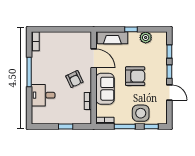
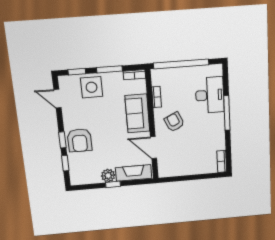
plant: (146, 37) -> (108, 176), moved
window: (29, 72) -> (227, 113), moved
armchair: (135, 76) -> (80, 140), moved, turned -90
door: (169, 92) -> (57, 99), moved
desk: (43, 95) -> (210, 95), width x1.37
window: (66, 126) -> (181, 64), width x3.17

